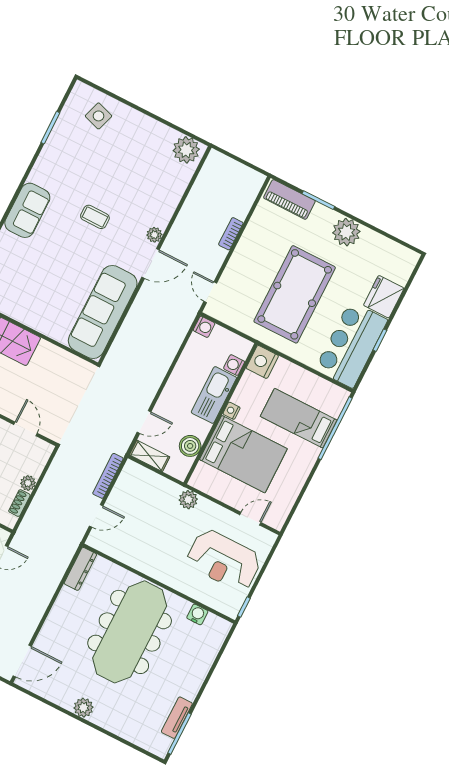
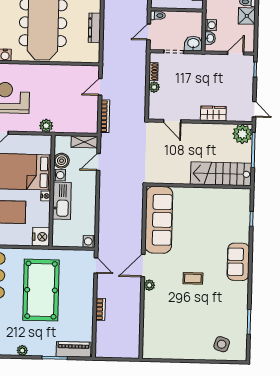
plant: (186, 150) -> (155, 349), removed
plant: (346, 232) -> (22, 350), width x0.53, depth x0.53
washing machine: (234, 365) -> (59, 175), moved
dresser: (80, 569) -> (95, 28), moved

